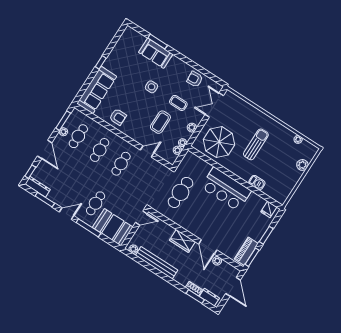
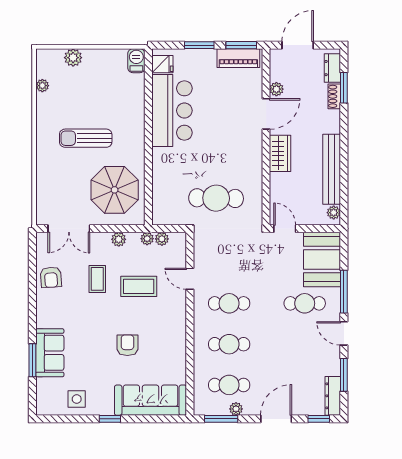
side table: (151, 87) -> (77, 399), moved
armchair: (118, 117) -> (127, 345), moved
barbecue: (257, 183) -> (136, 61), moved
bar counter: (226, 189) -> (172, 111), moved

